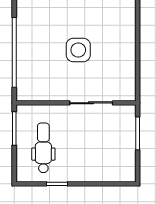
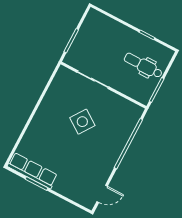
side table: (78, 50) -> (82, 122), turned 35
dental chair: (43, 148) -> (143, 65), turned 90

